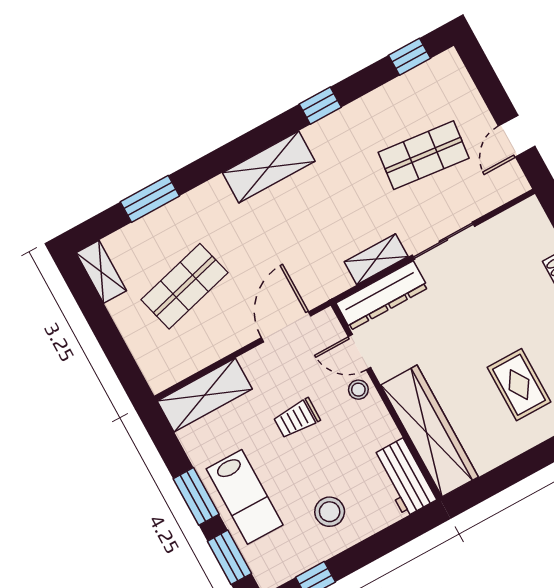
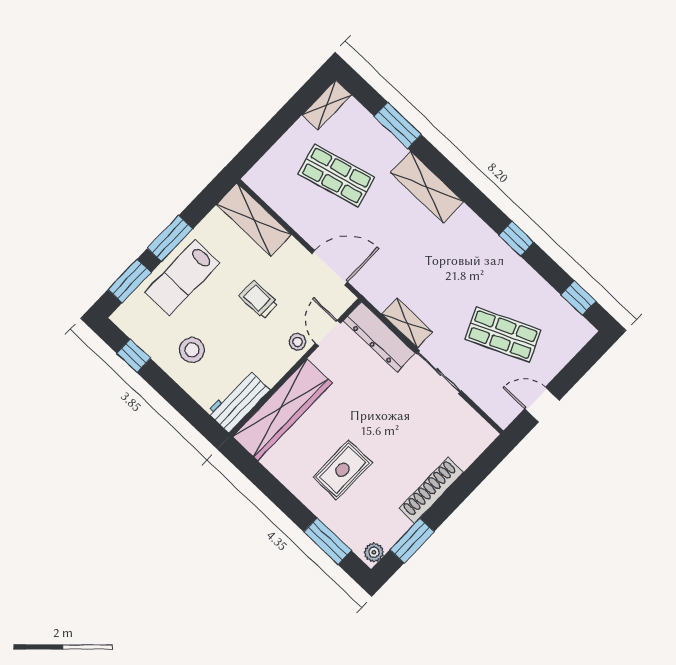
shop shelf: (424, 155) -> (503, 335), turned -30
shelving: (269, 167) -> (427, 187), moved

